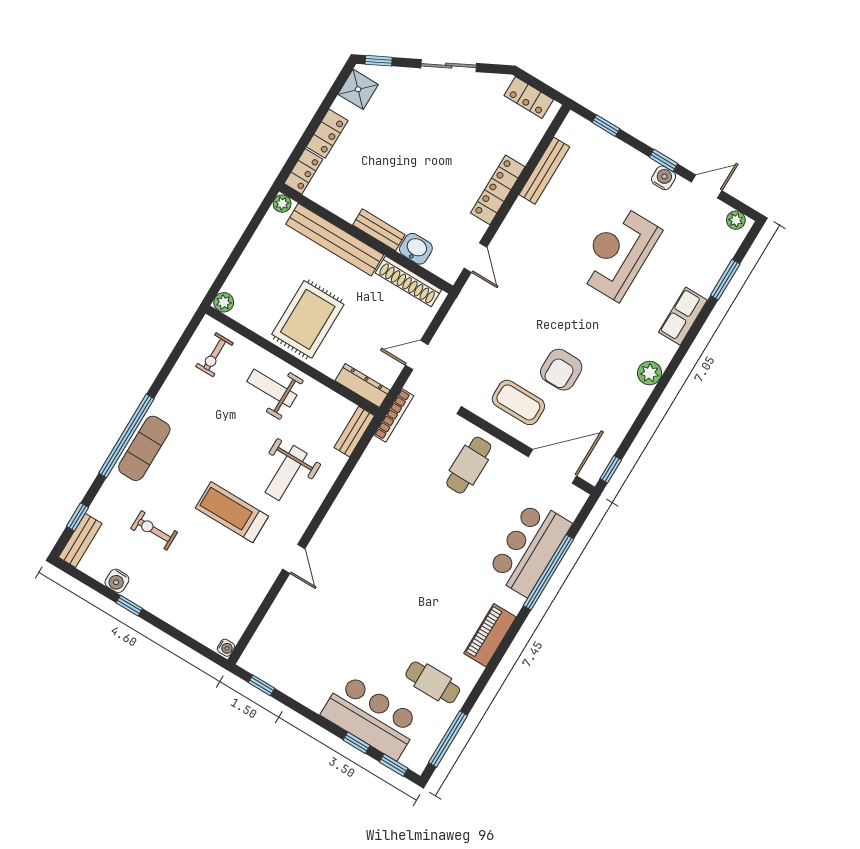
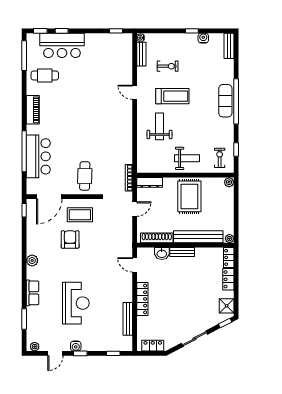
bench: (354, 432) -> (141, 54), moved
window: (77, 517) -> (236, 149), moved
exercise bike: (154, 530) -> (168, 66), moved

